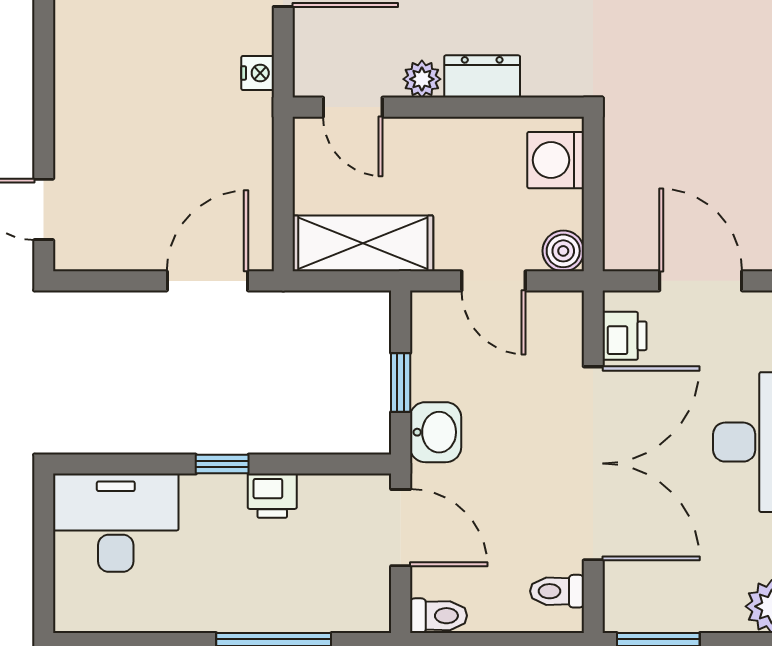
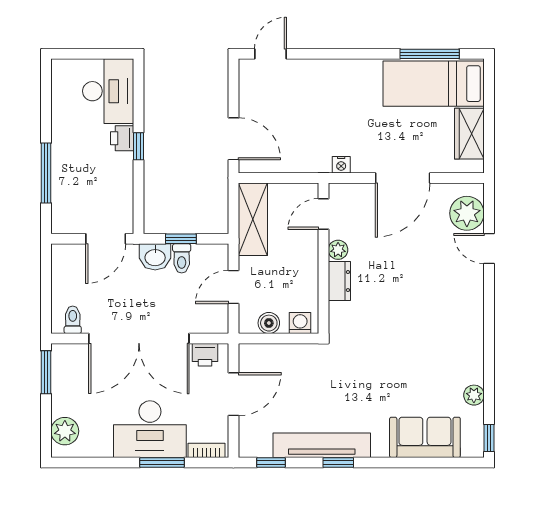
washing machine: (556, 160) -> (300, 323), width x0.73, depth x0.73
boiler: (563, 251) -> (269, 323), moved
printer: (272, 496) -> (122, 138), moved
toilet: (438, 616) -> (182, 258), moved

